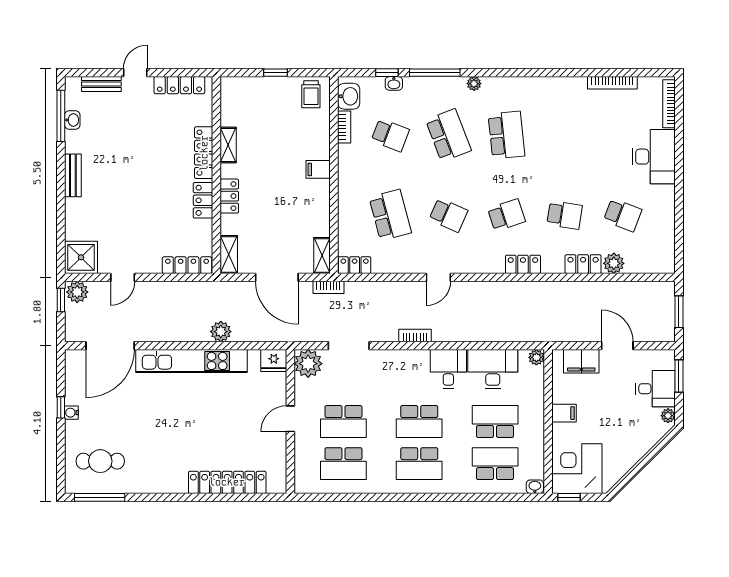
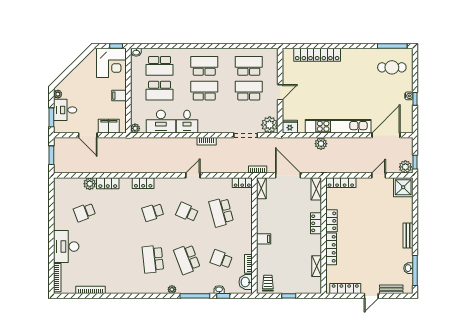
shelving: (228, 145) -> (317, 266), moved
school desk: (565, 215) -> (119, 212), removed
school desk: (623, 215) -> (84, 212), turned -42

